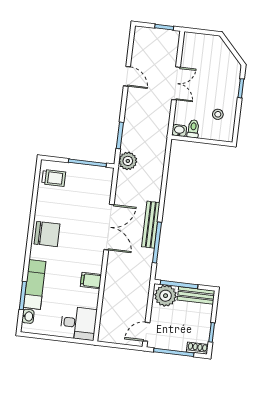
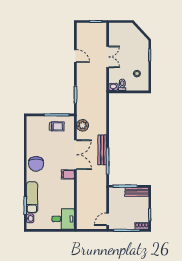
plant: (128, 161) -> (83, 125), moved
trolley: (54, 178) -> (57, 126), moved
chair: (47, 234) -> (36, 164), turned 90
filing cabinet: (91, 280) -> (68, 175), moved
plant: (166, 296) -> (117, 194), removed

